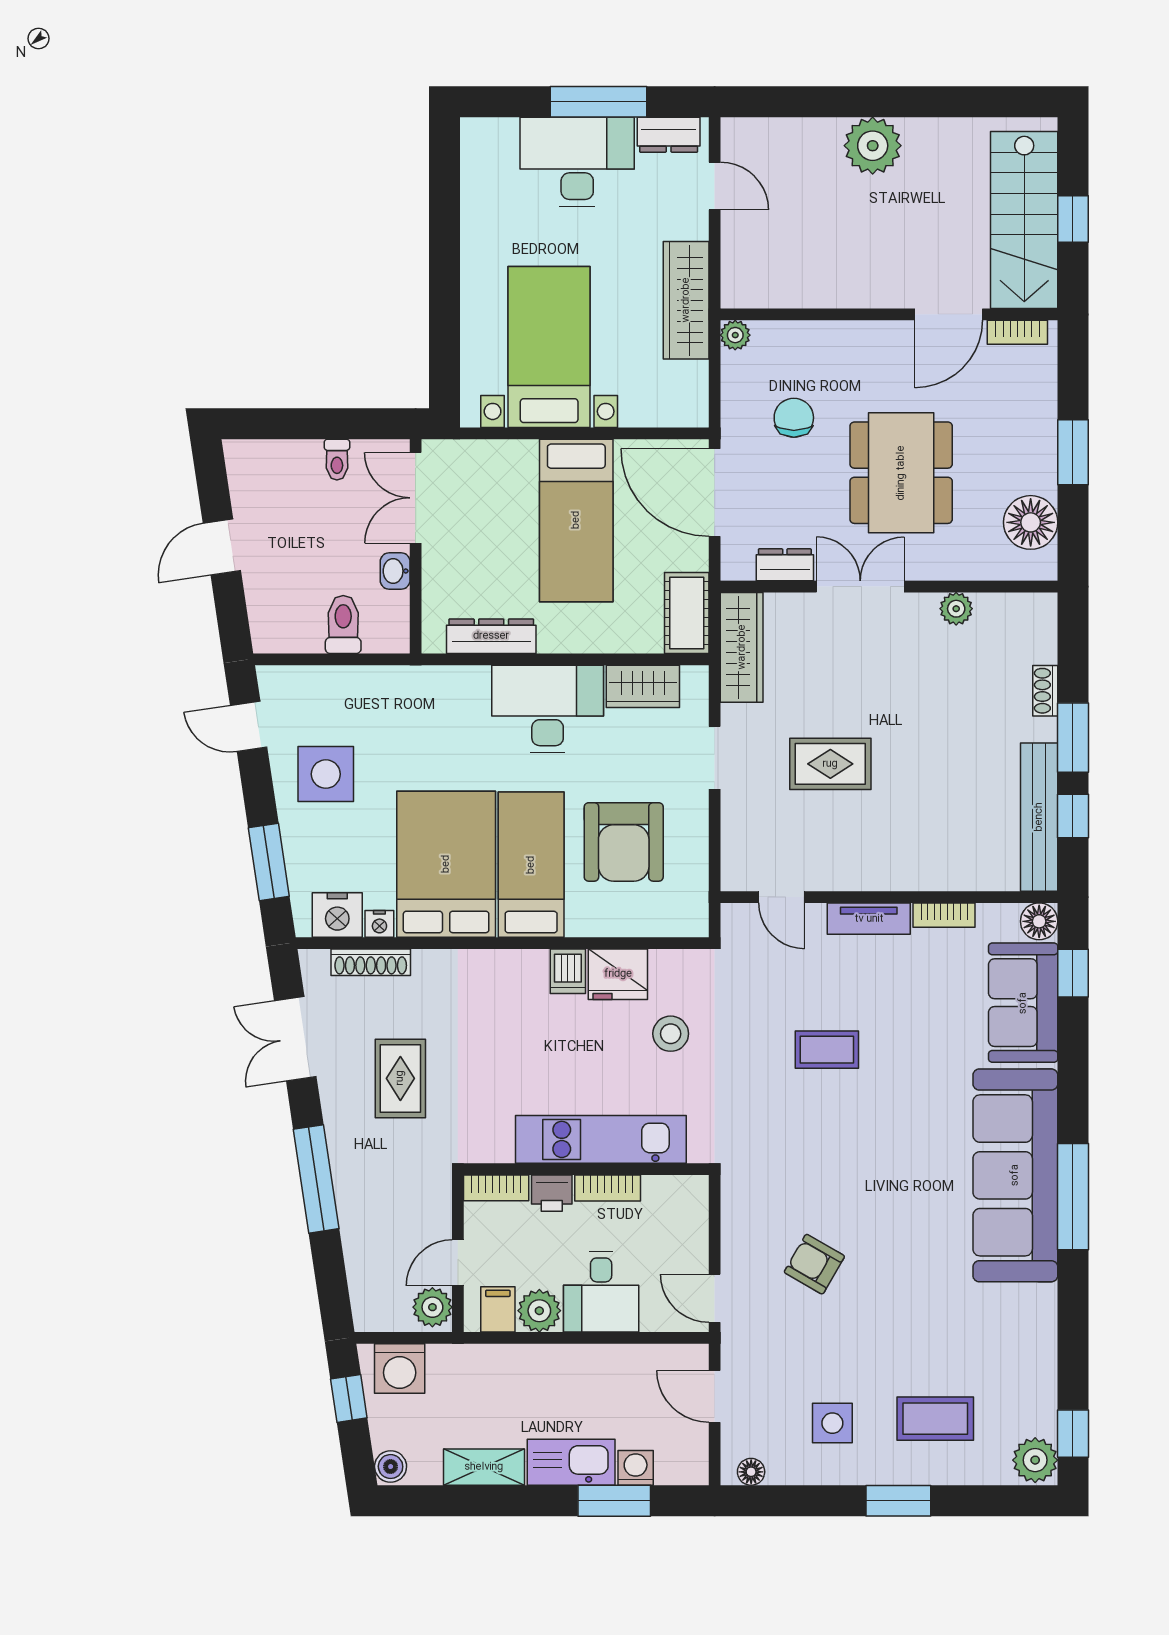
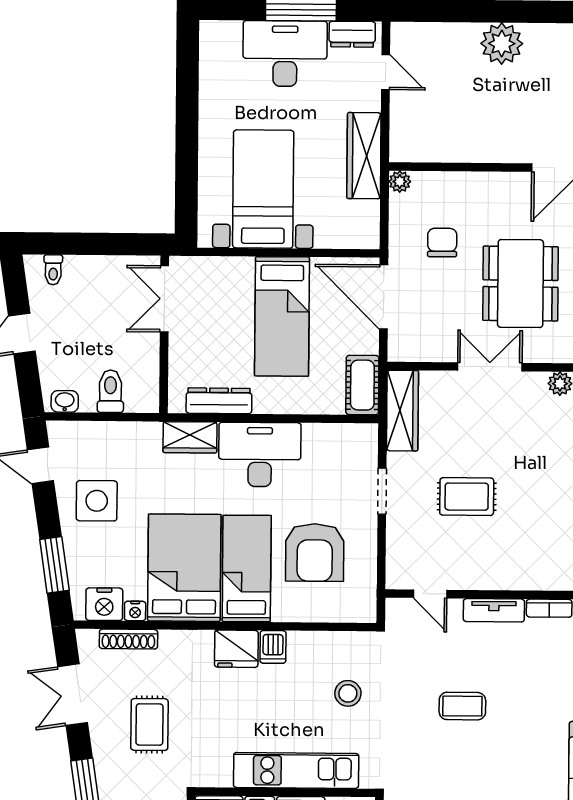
toilet: (337, 460) -> (53, 270), moved
dresser: (785, 565) -> (435, 350), removed
washbasin: (395, 571) -> (65, 401), moved, turned 90
wardrobe: (643, 686) -> (190, 437), moved
fridge: (618, 974) -> (236, 649), moved

